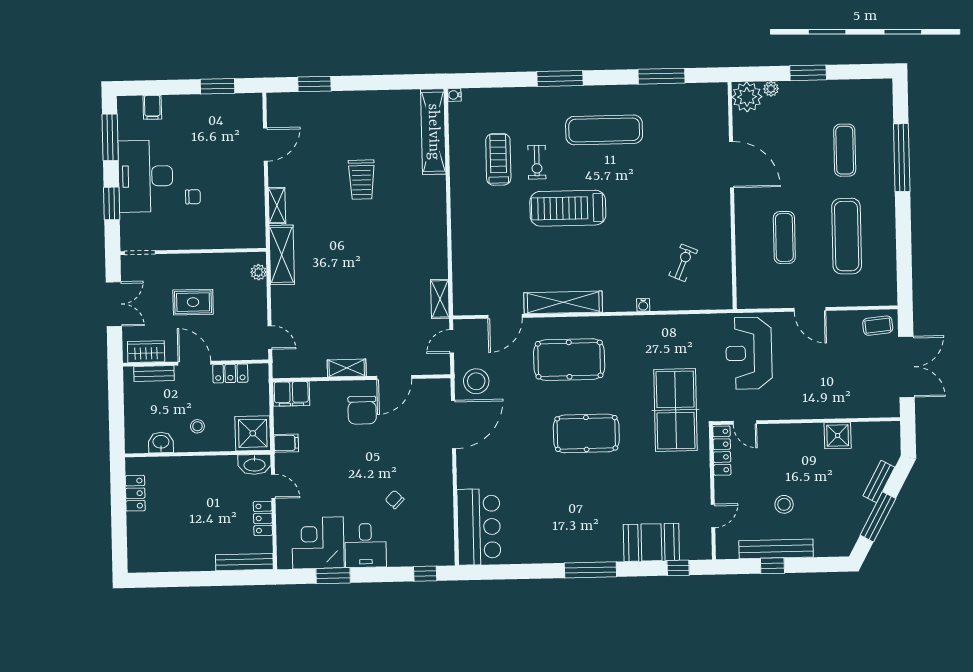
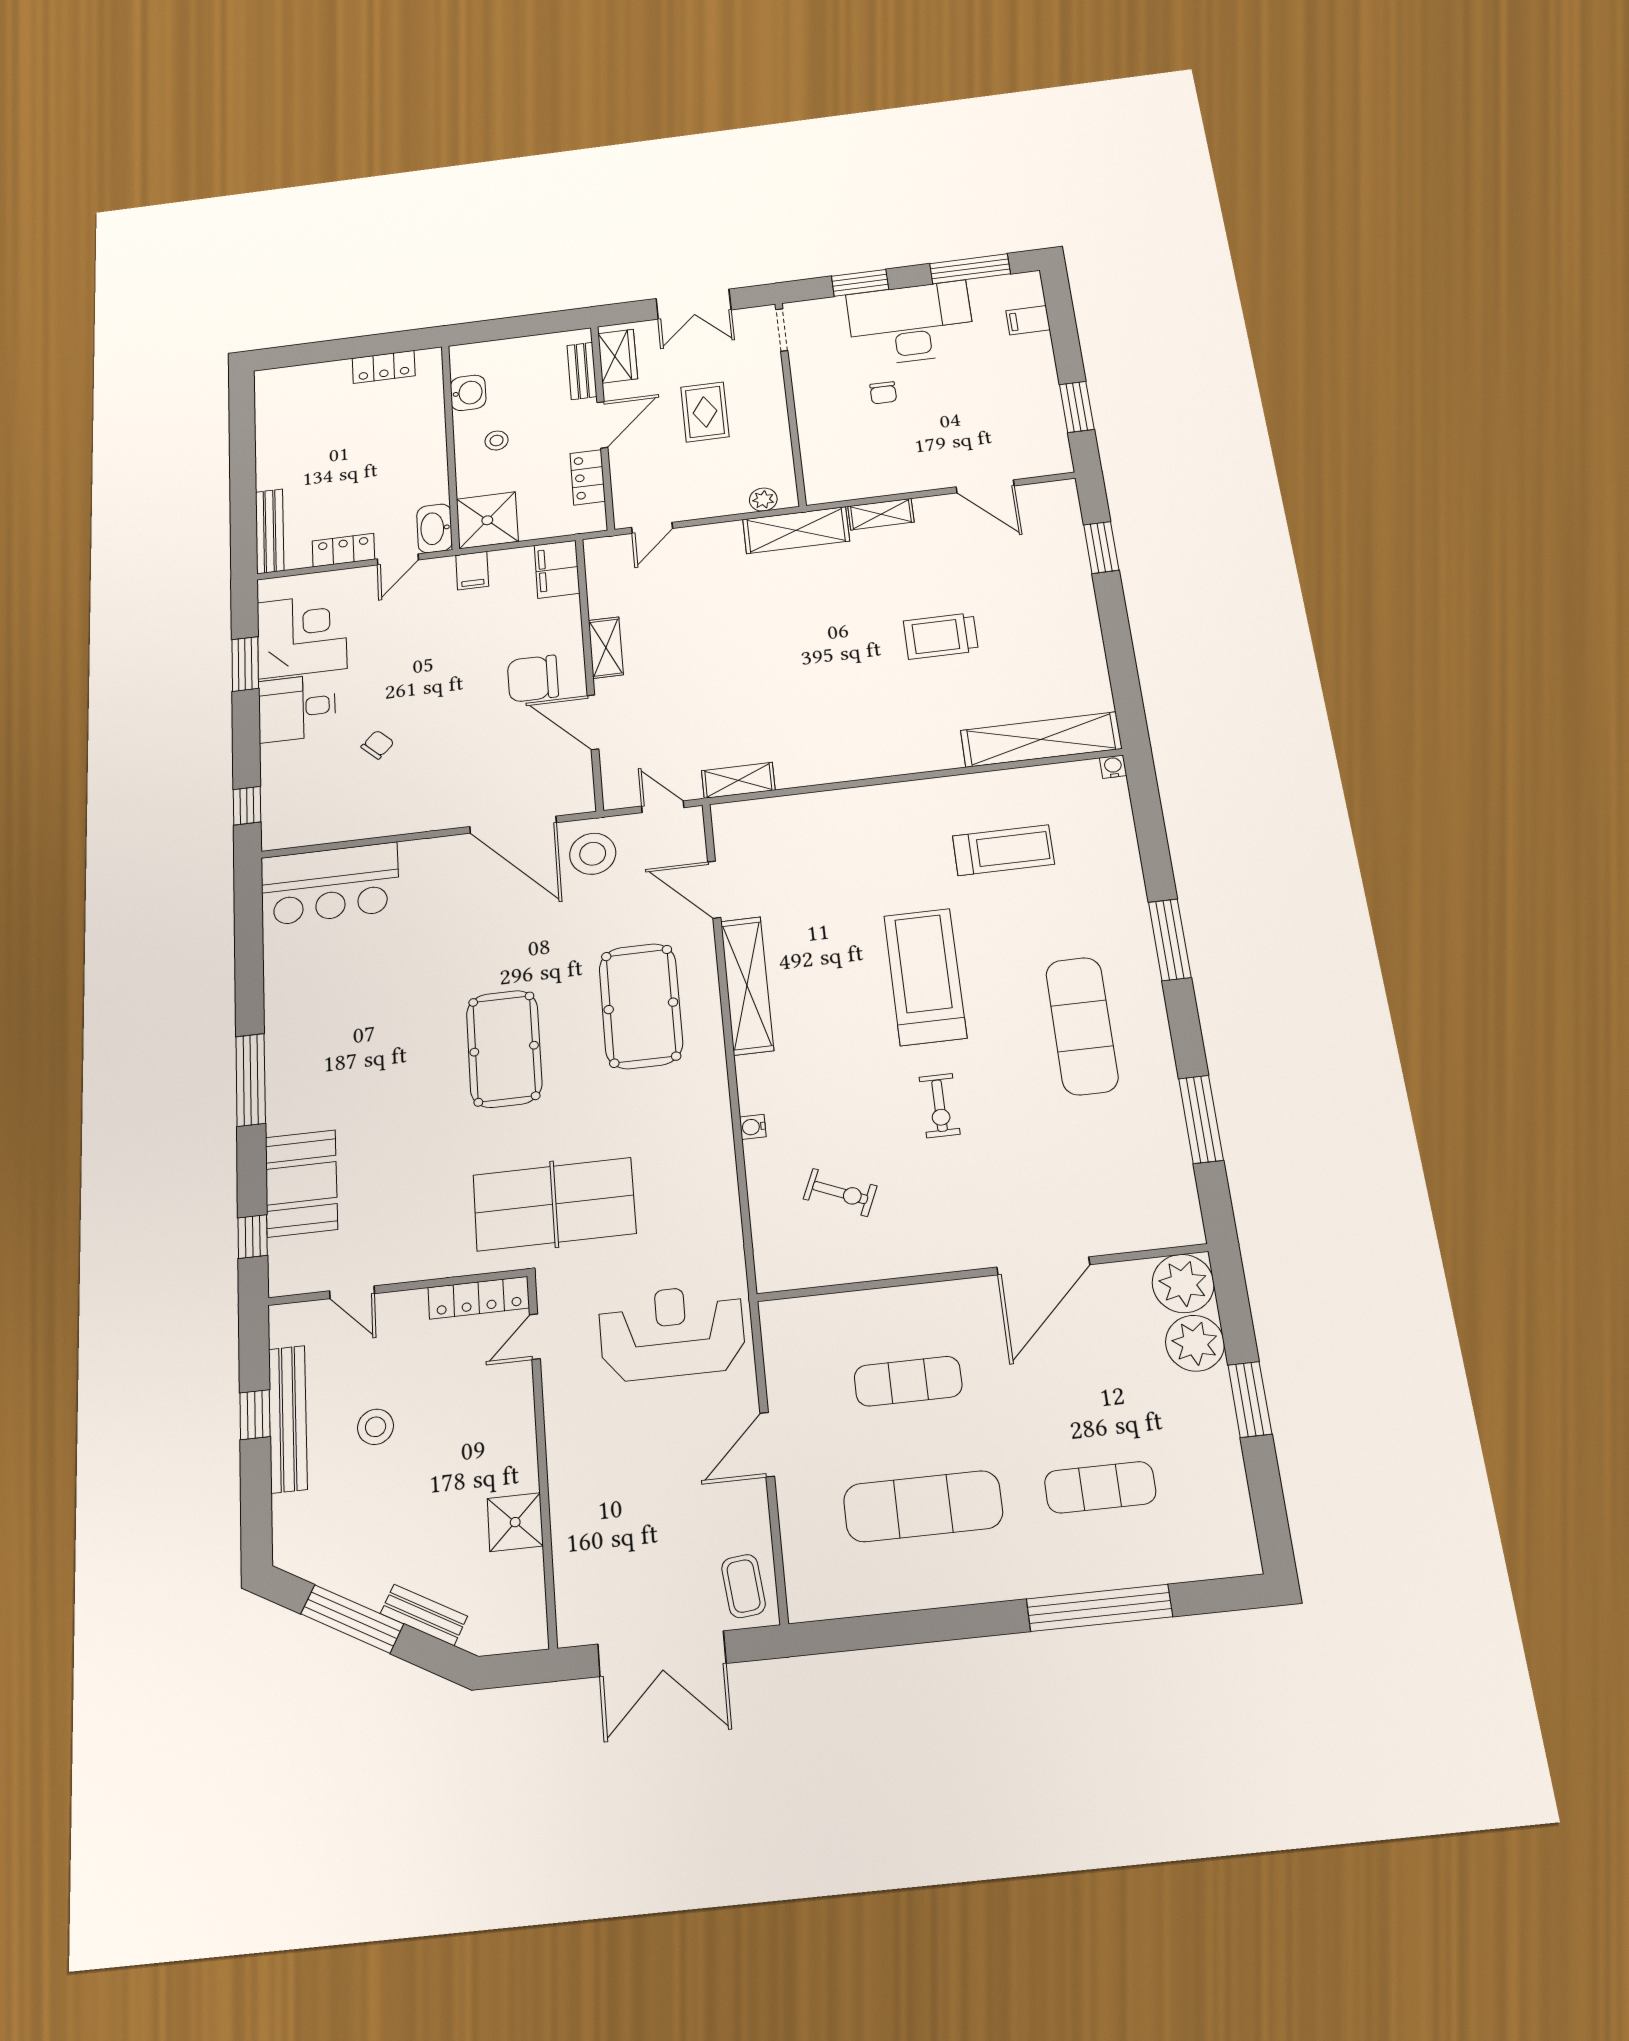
plant: (771, 89) -> (1195, 1343), width x1.88, depth x1.88
exercise bike: (537, 162) -> (940, 1106), moved, turned -90

